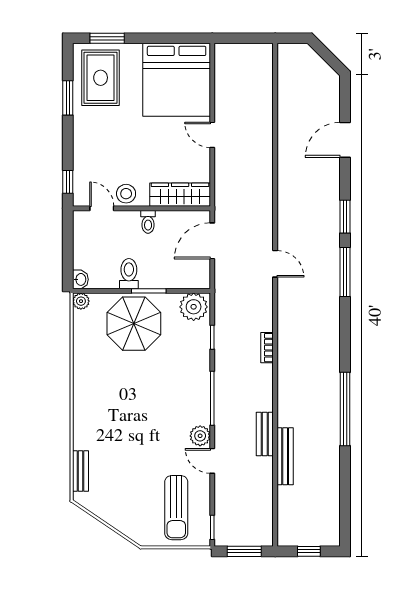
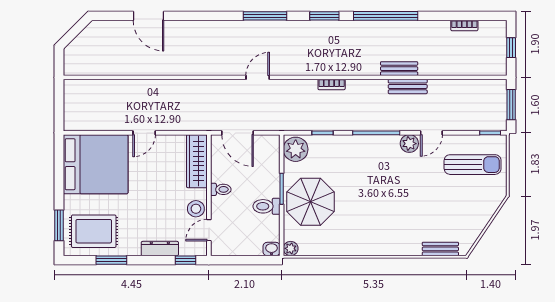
dresser: (81, 153) -> (160, 249), added
window: (345, 217) -> (324, 16), moved
bench: (285, 456) -> (399, 69), moved, width x0.73
bookcase: (334, 498) -> (464, 26), added

